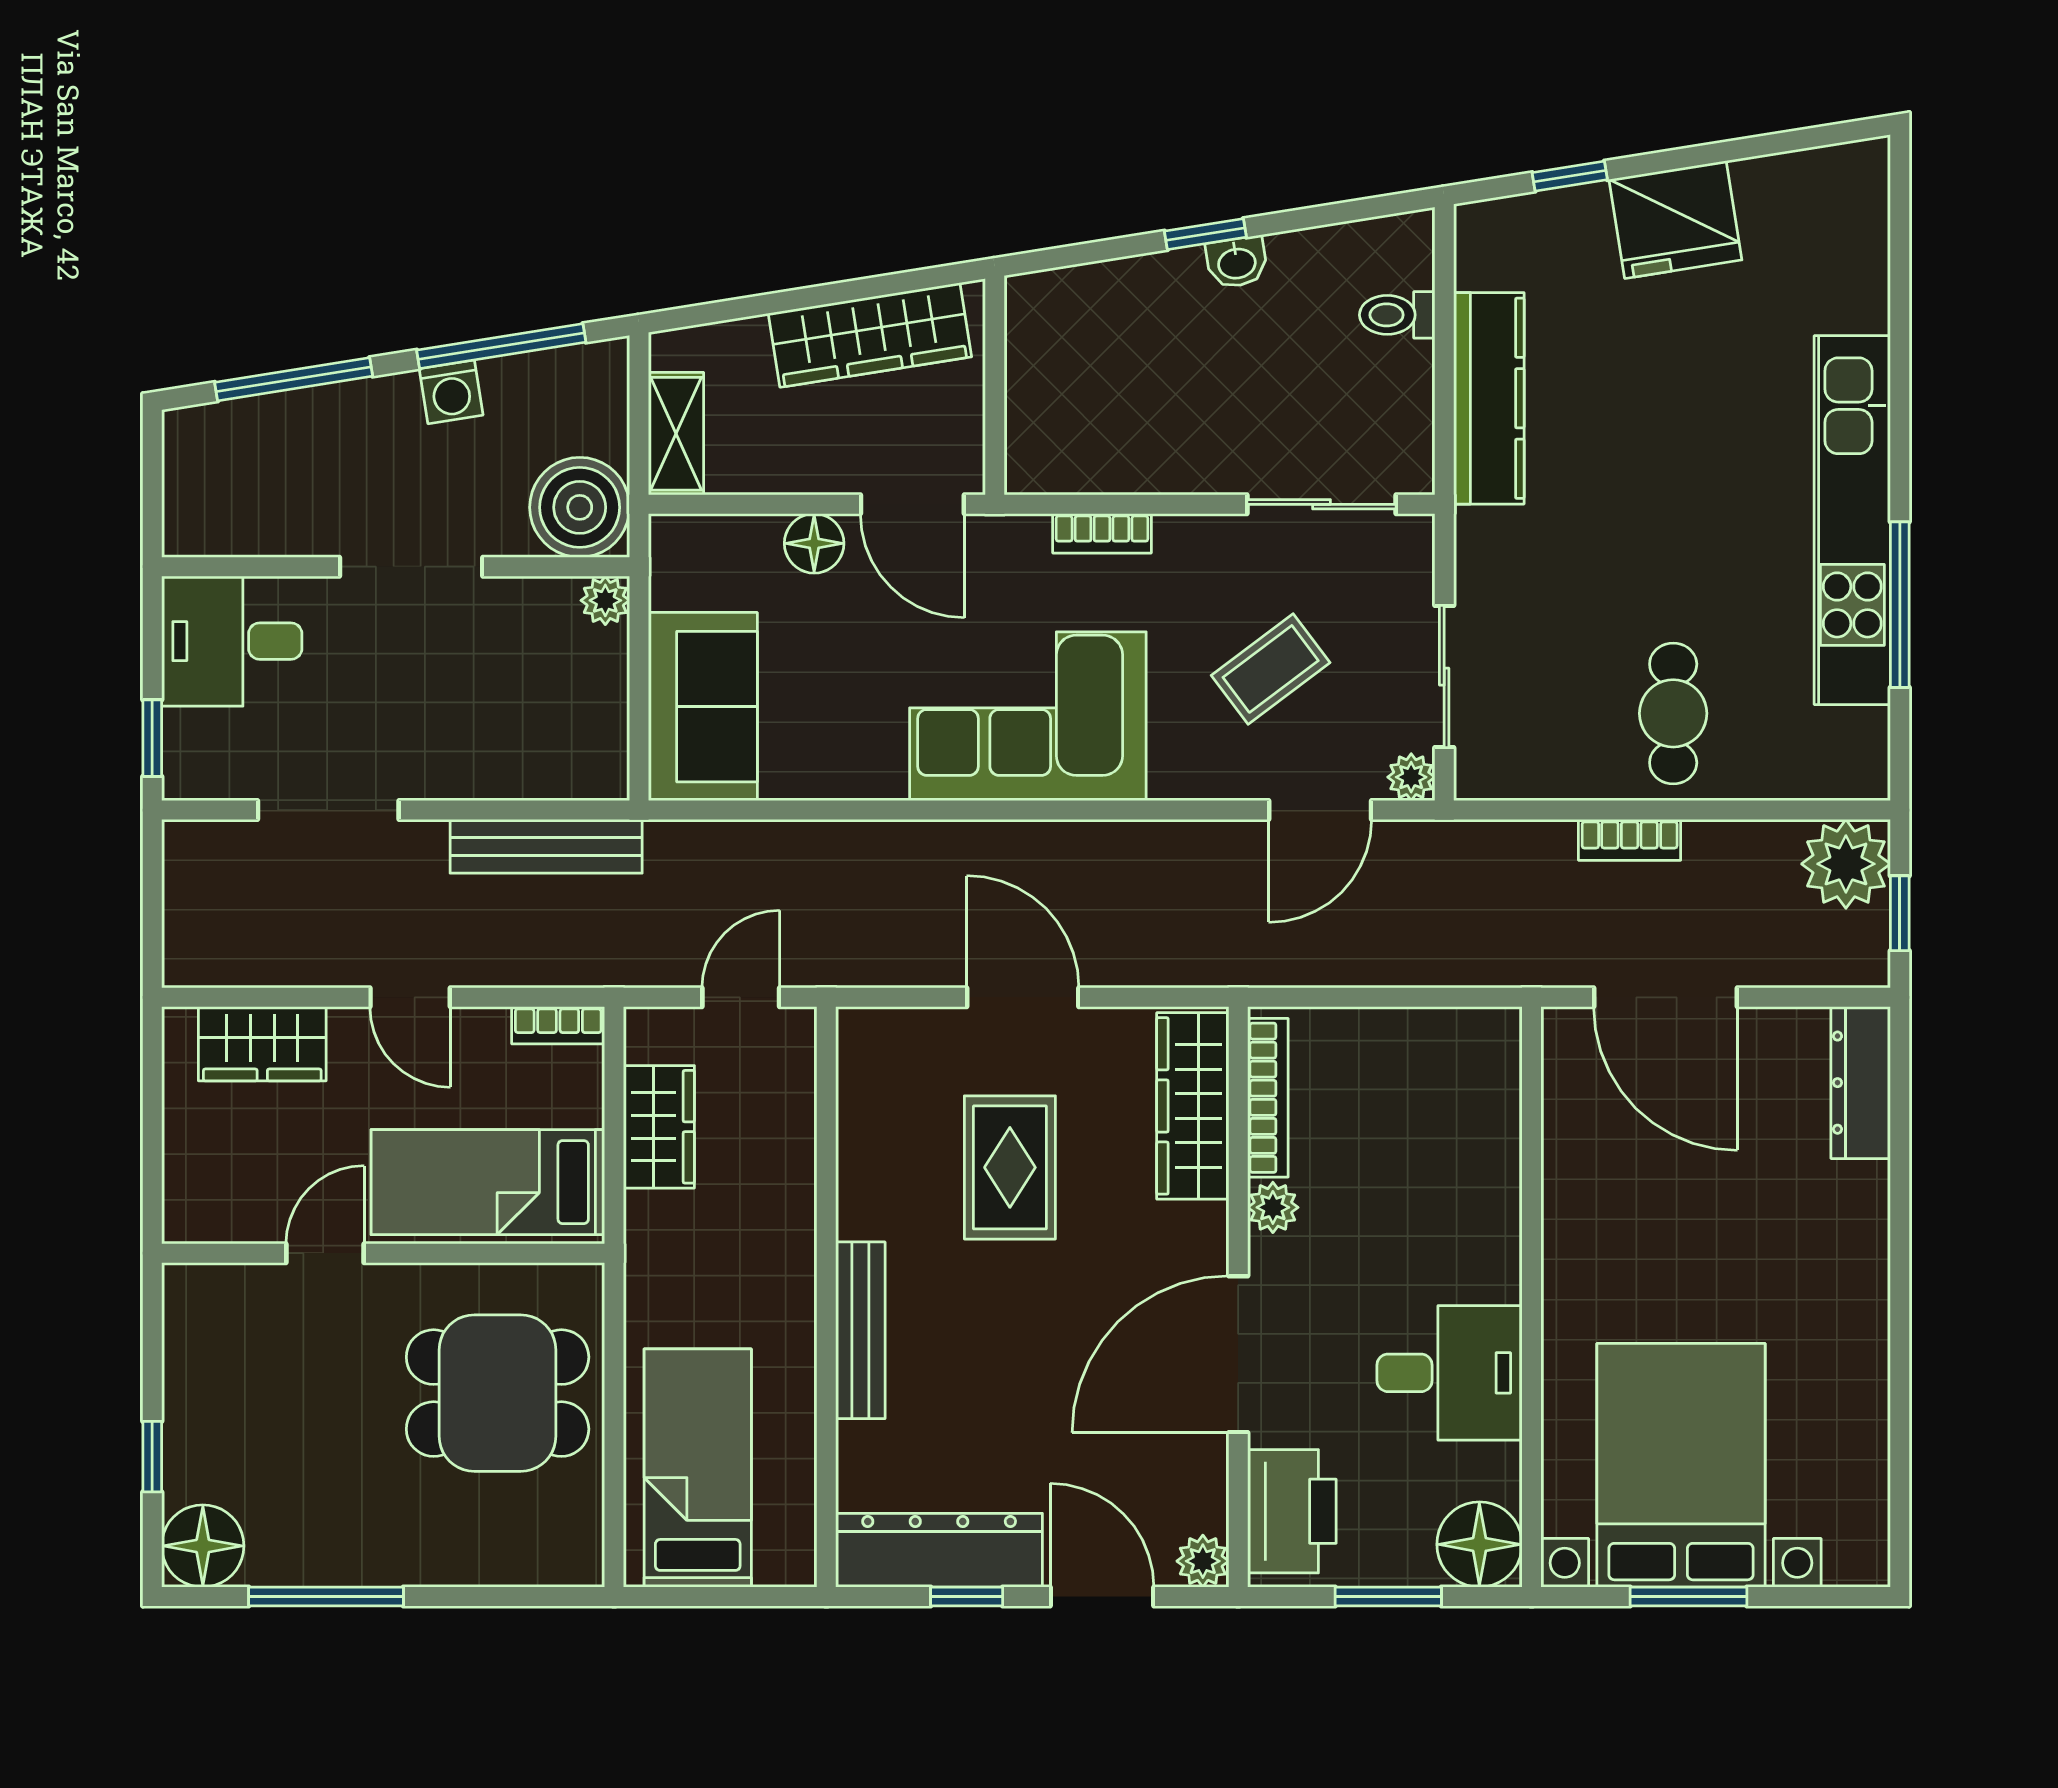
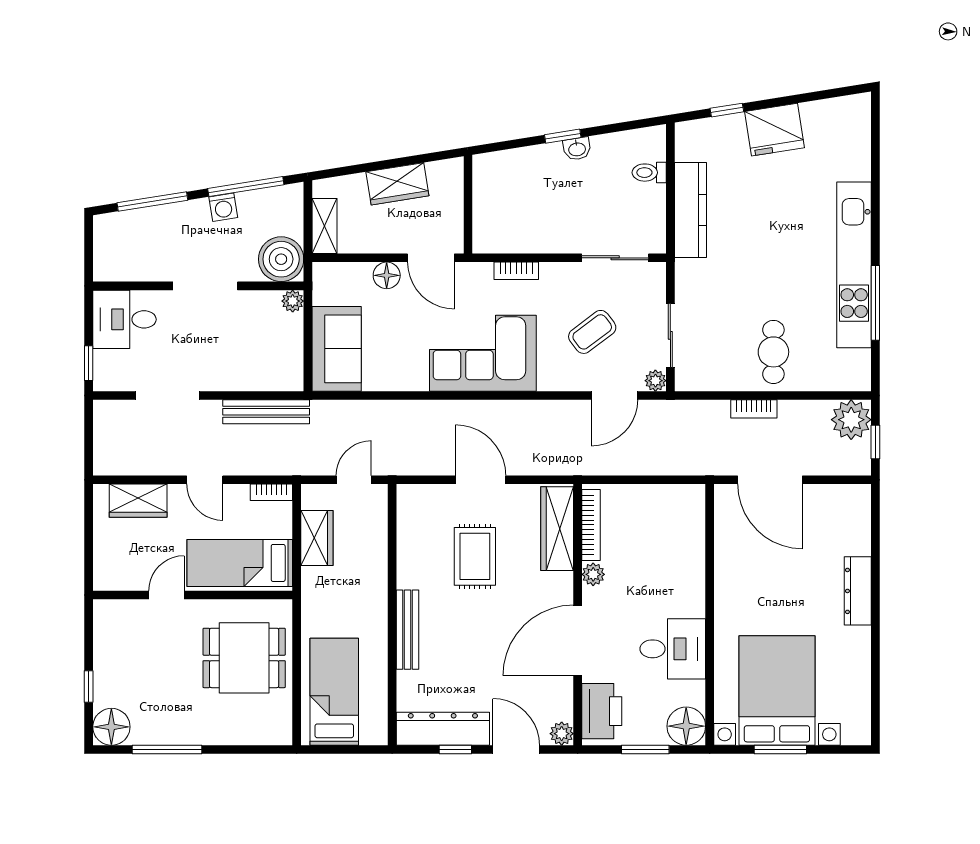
wardrobe: (870, 335) -> (397, 184), width x0.67
dresser: (1861, 1083) -> (858, 591), moved

